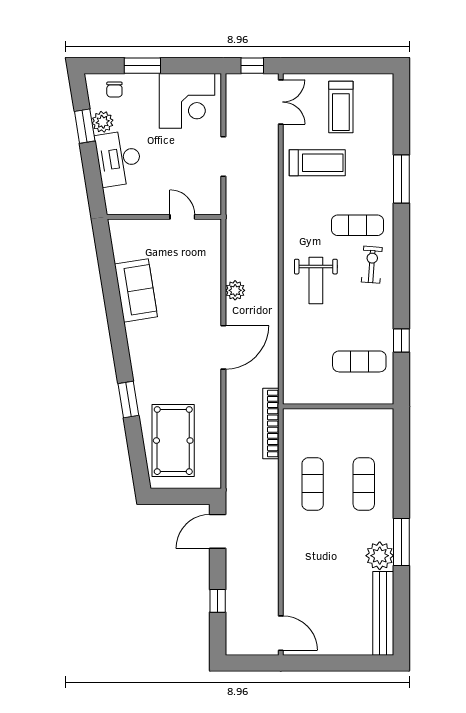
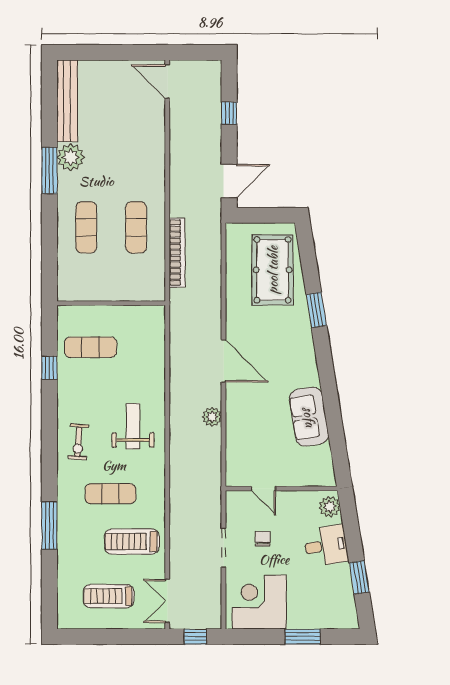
chair: (114, 90) -> (263, 539), moved
treadmill: (341, 107) -> (109, 596), turned -90
plant: (103, 122) -> (330, 507), moved
desk: (119, 159) -> (326, 546), width x0.73
exercise mat: (358, 225) -> (110, 494), moved
door: (223, 347) -> (223, 361), swing flipped
bookcase: (271, 424) -> (177, 253), moved

